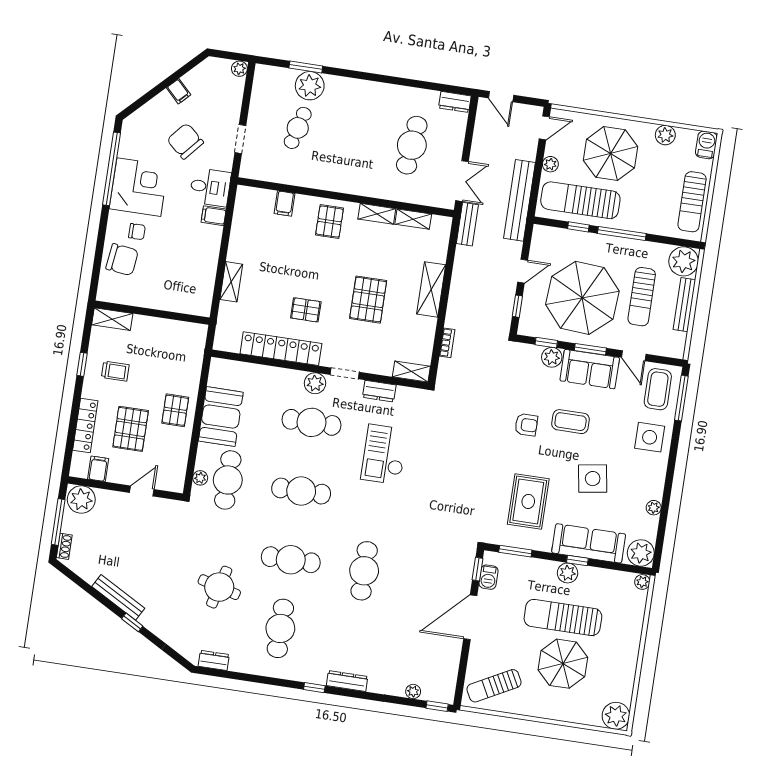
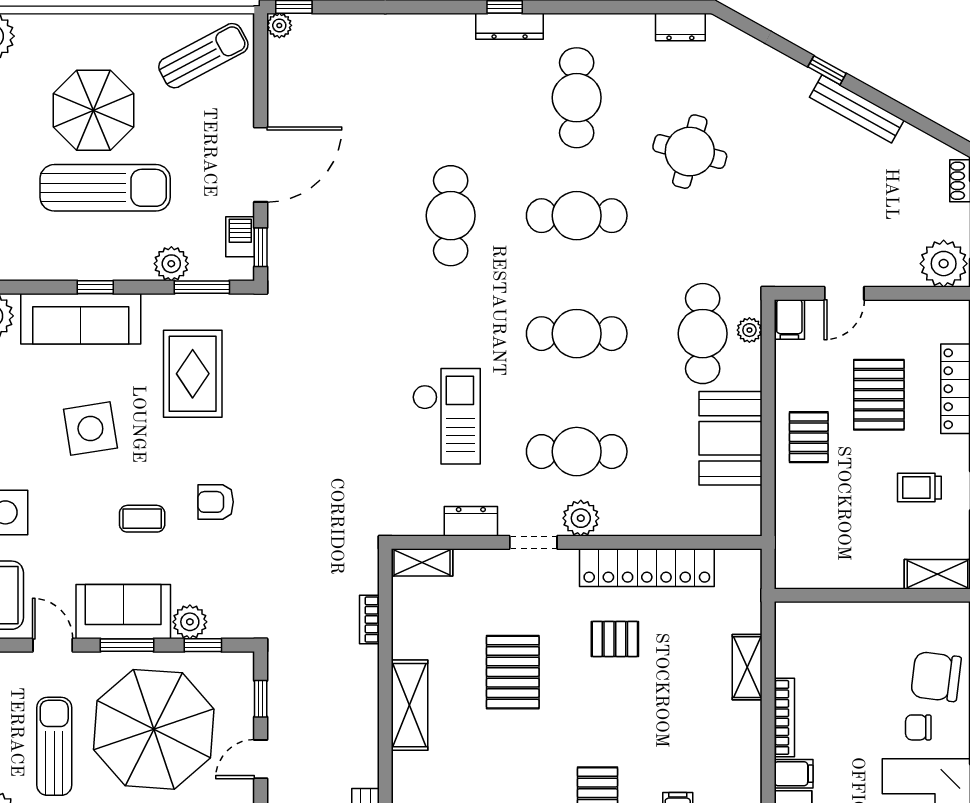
bookcase: (214, 249) -> (784, 717), added
coffee table: (571, 422) -> (142, 519), width x0.73, depth x0.77
filing cabinet: (98, 469) -> (789, 319), moved
plant: (568, 573) -> (171, 264), moved
dresser: (347, 681) -> (510, 26), moved
plant: (413, 692) -> (279, 25), moved

